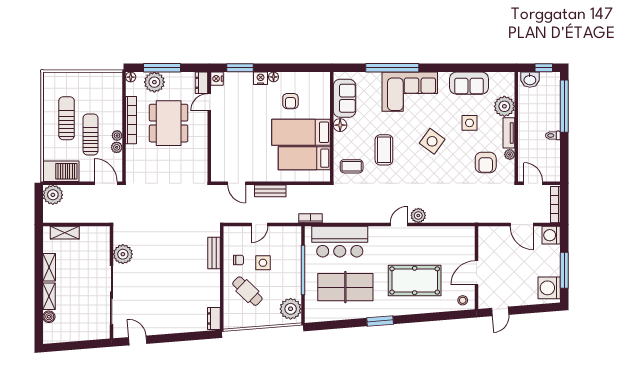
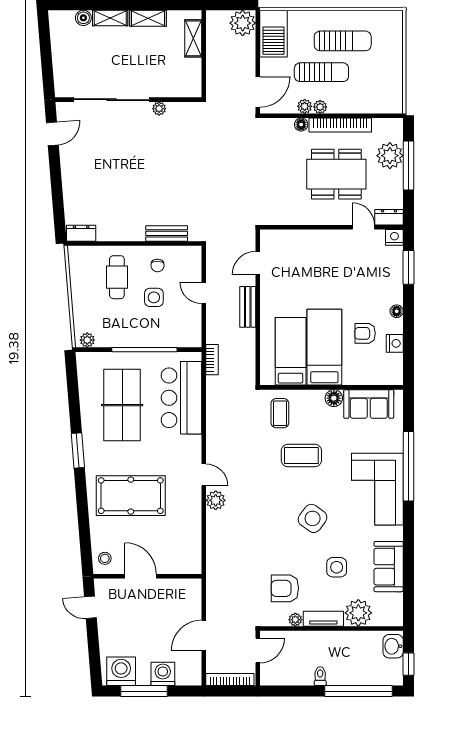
floor lamp: (131, 77) -> (301, 125), moved
nightstand: (261, 78) -> (395, 343), moved
washing machine: (551, 235) -> (163, 674), moved
plant: (123, 254) -> (159, 109), width x0.53, depth x0.53
pool table: (415, 280) -> (131, 496), turned 90
cafe table: (247, 291) -> (117, 277), turned -44
plant: (291, 309) -> (87, 340), width x0.53, depth x0.53

